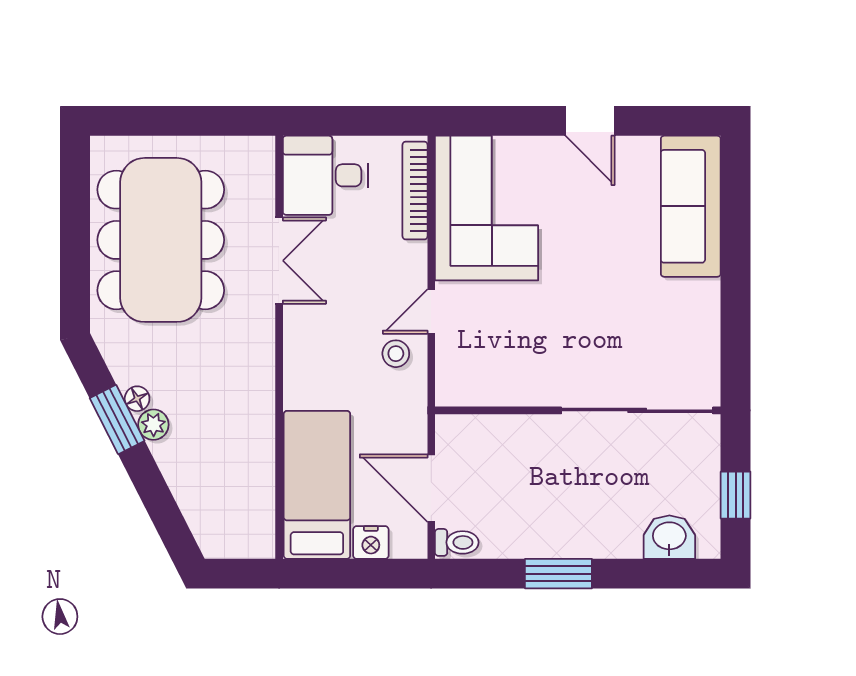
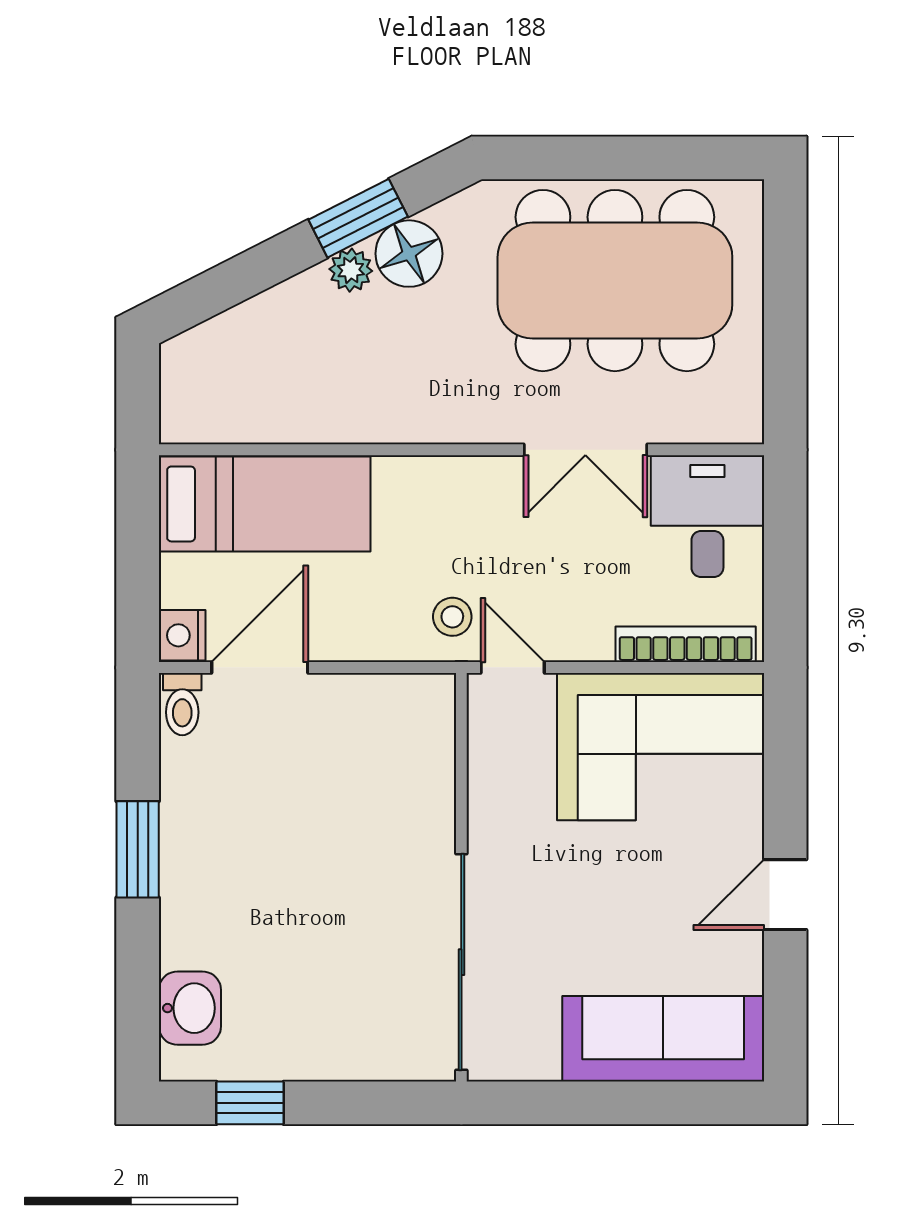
floor lamp: (137, 399) -> (409, 254), width x1.89, depth x1.89
wall: (578, 410) -> (461, 877), moved
sliding door: (637, 410) -> (461, 962), moved
nightstand: (371, 543) -> (182, 635), moved

